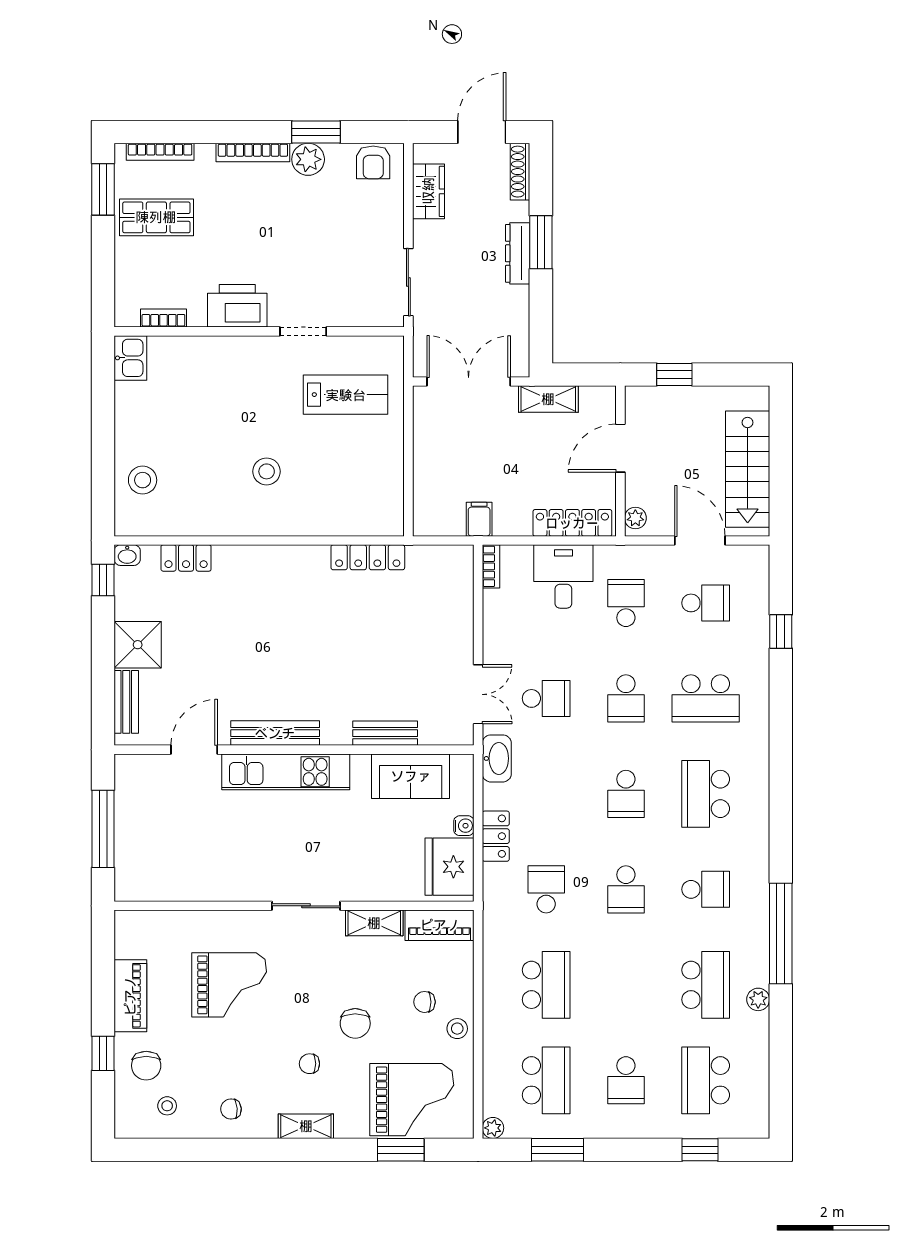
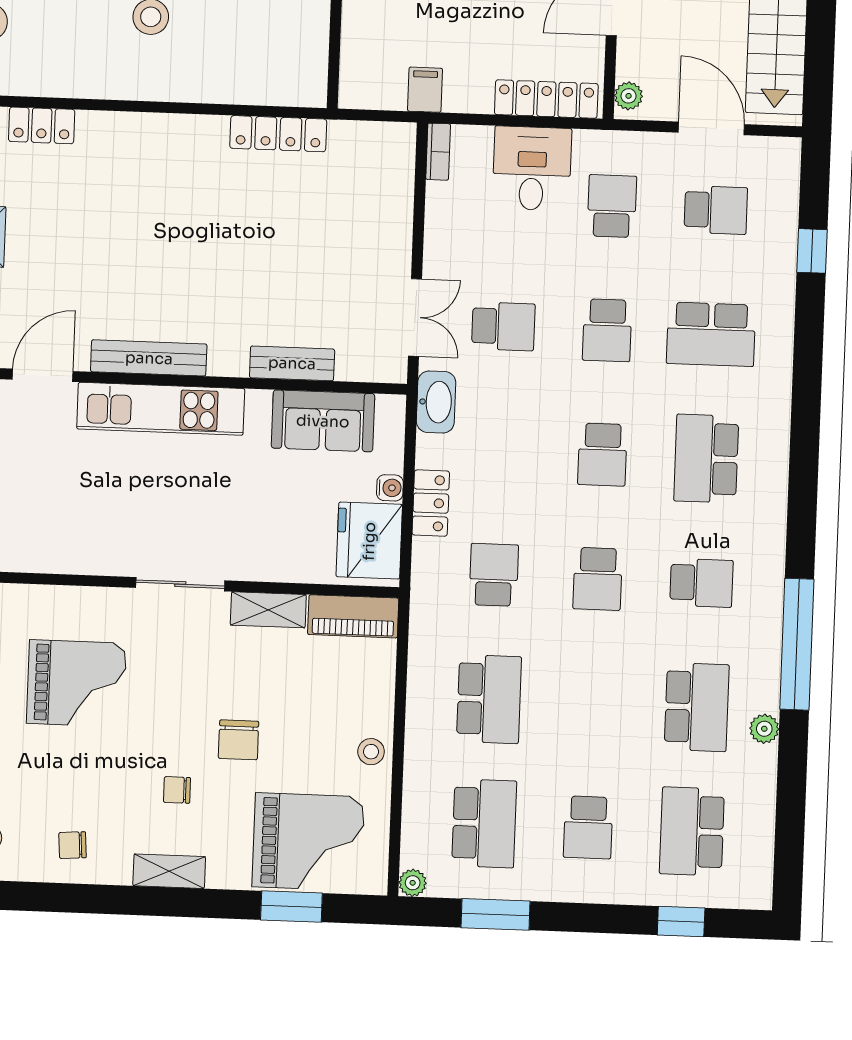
chair: (424, 1002) -> (330, 715), removed

